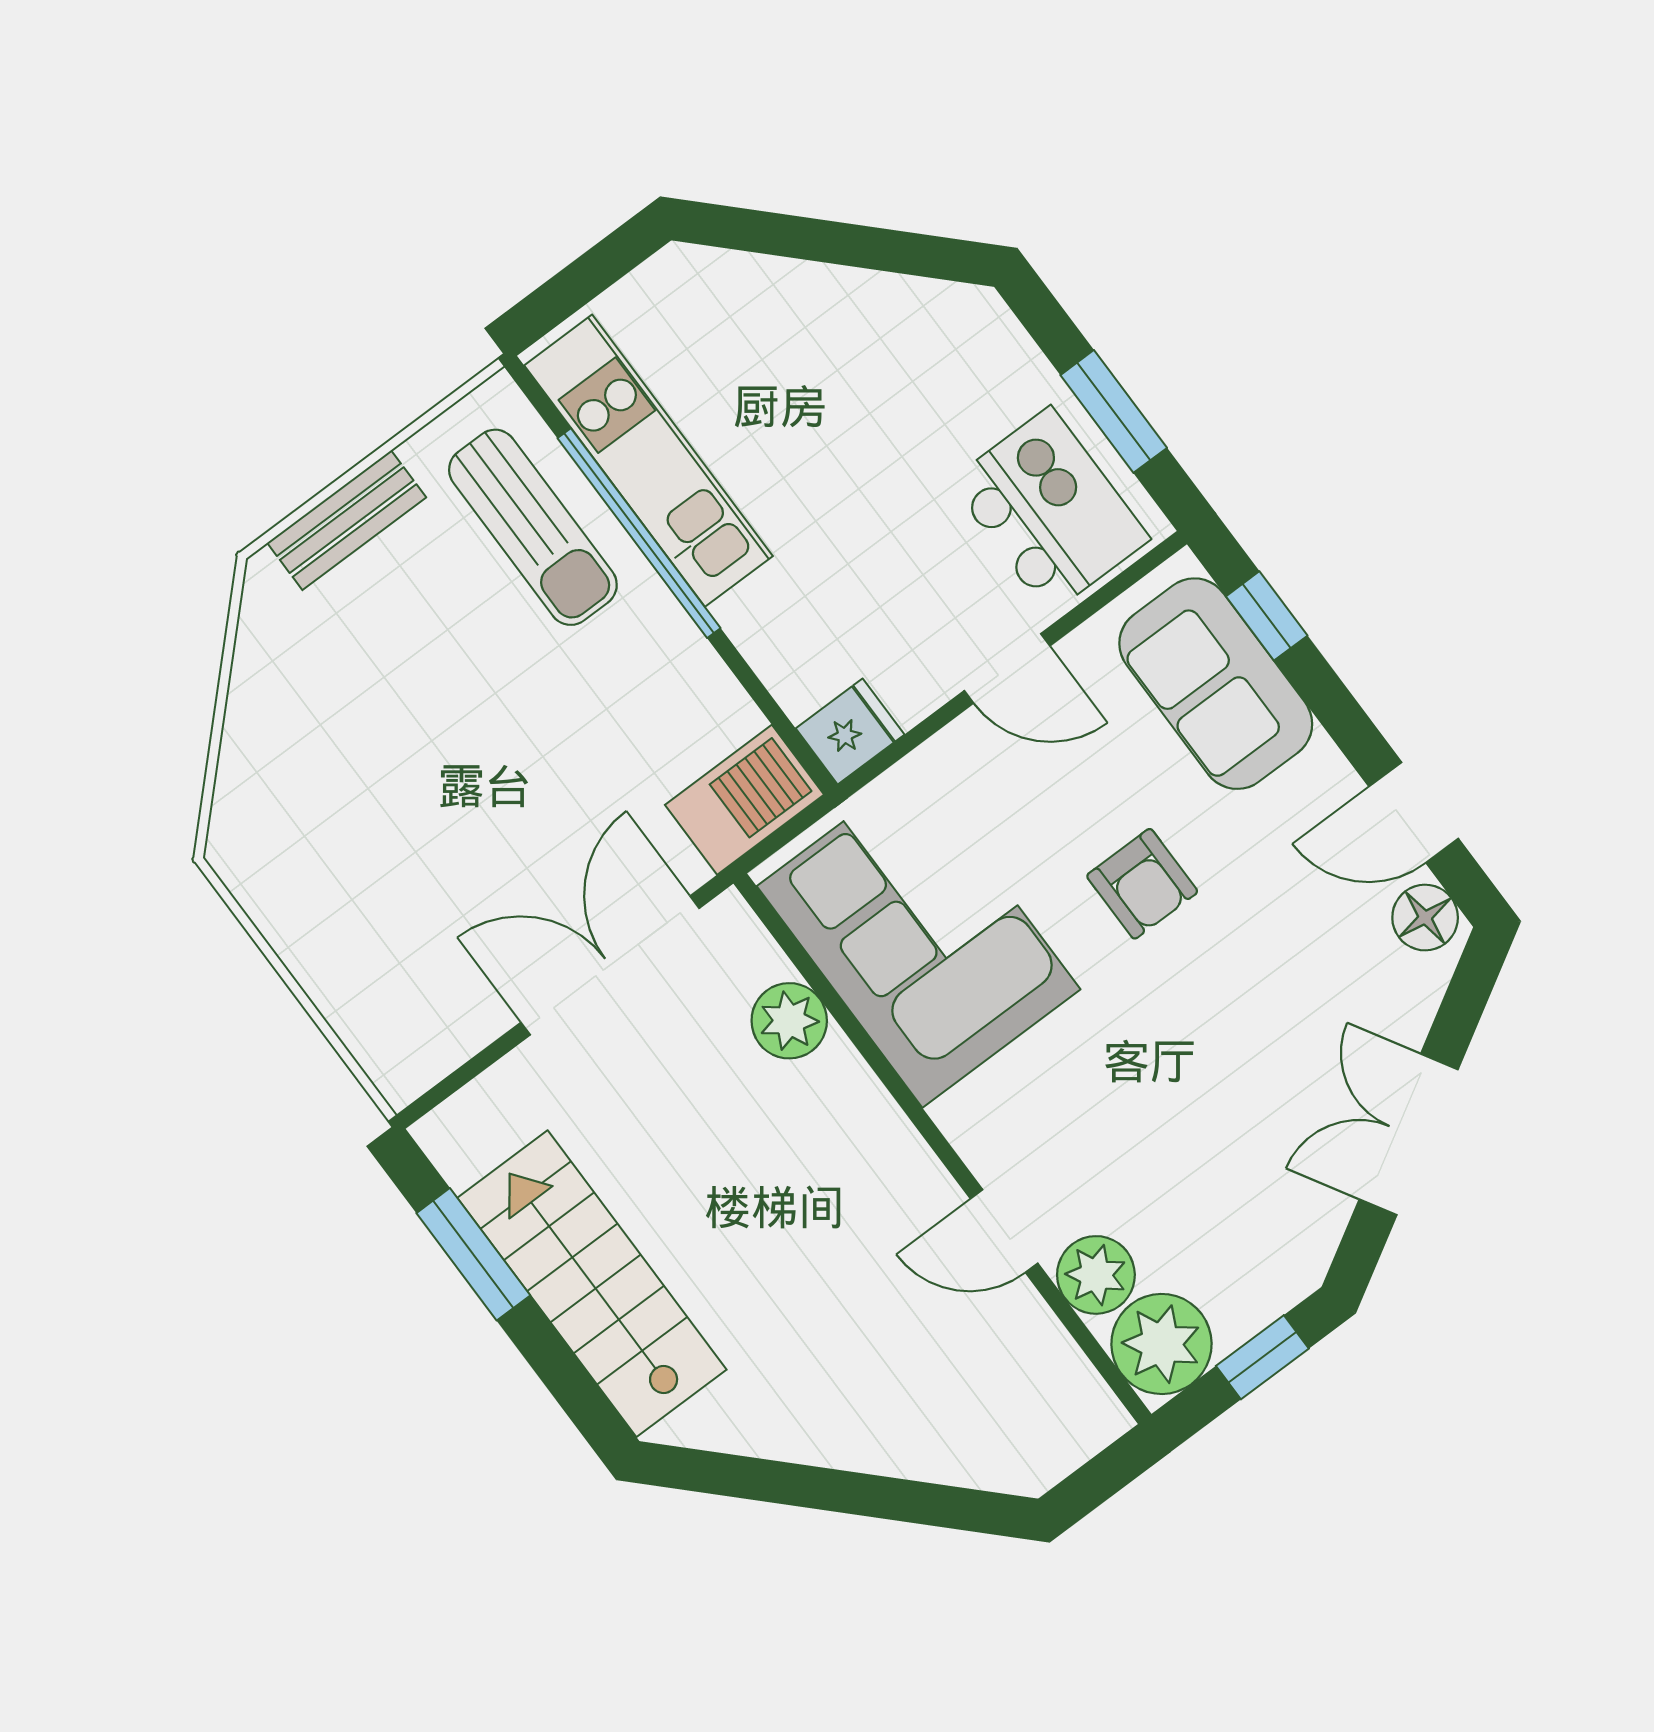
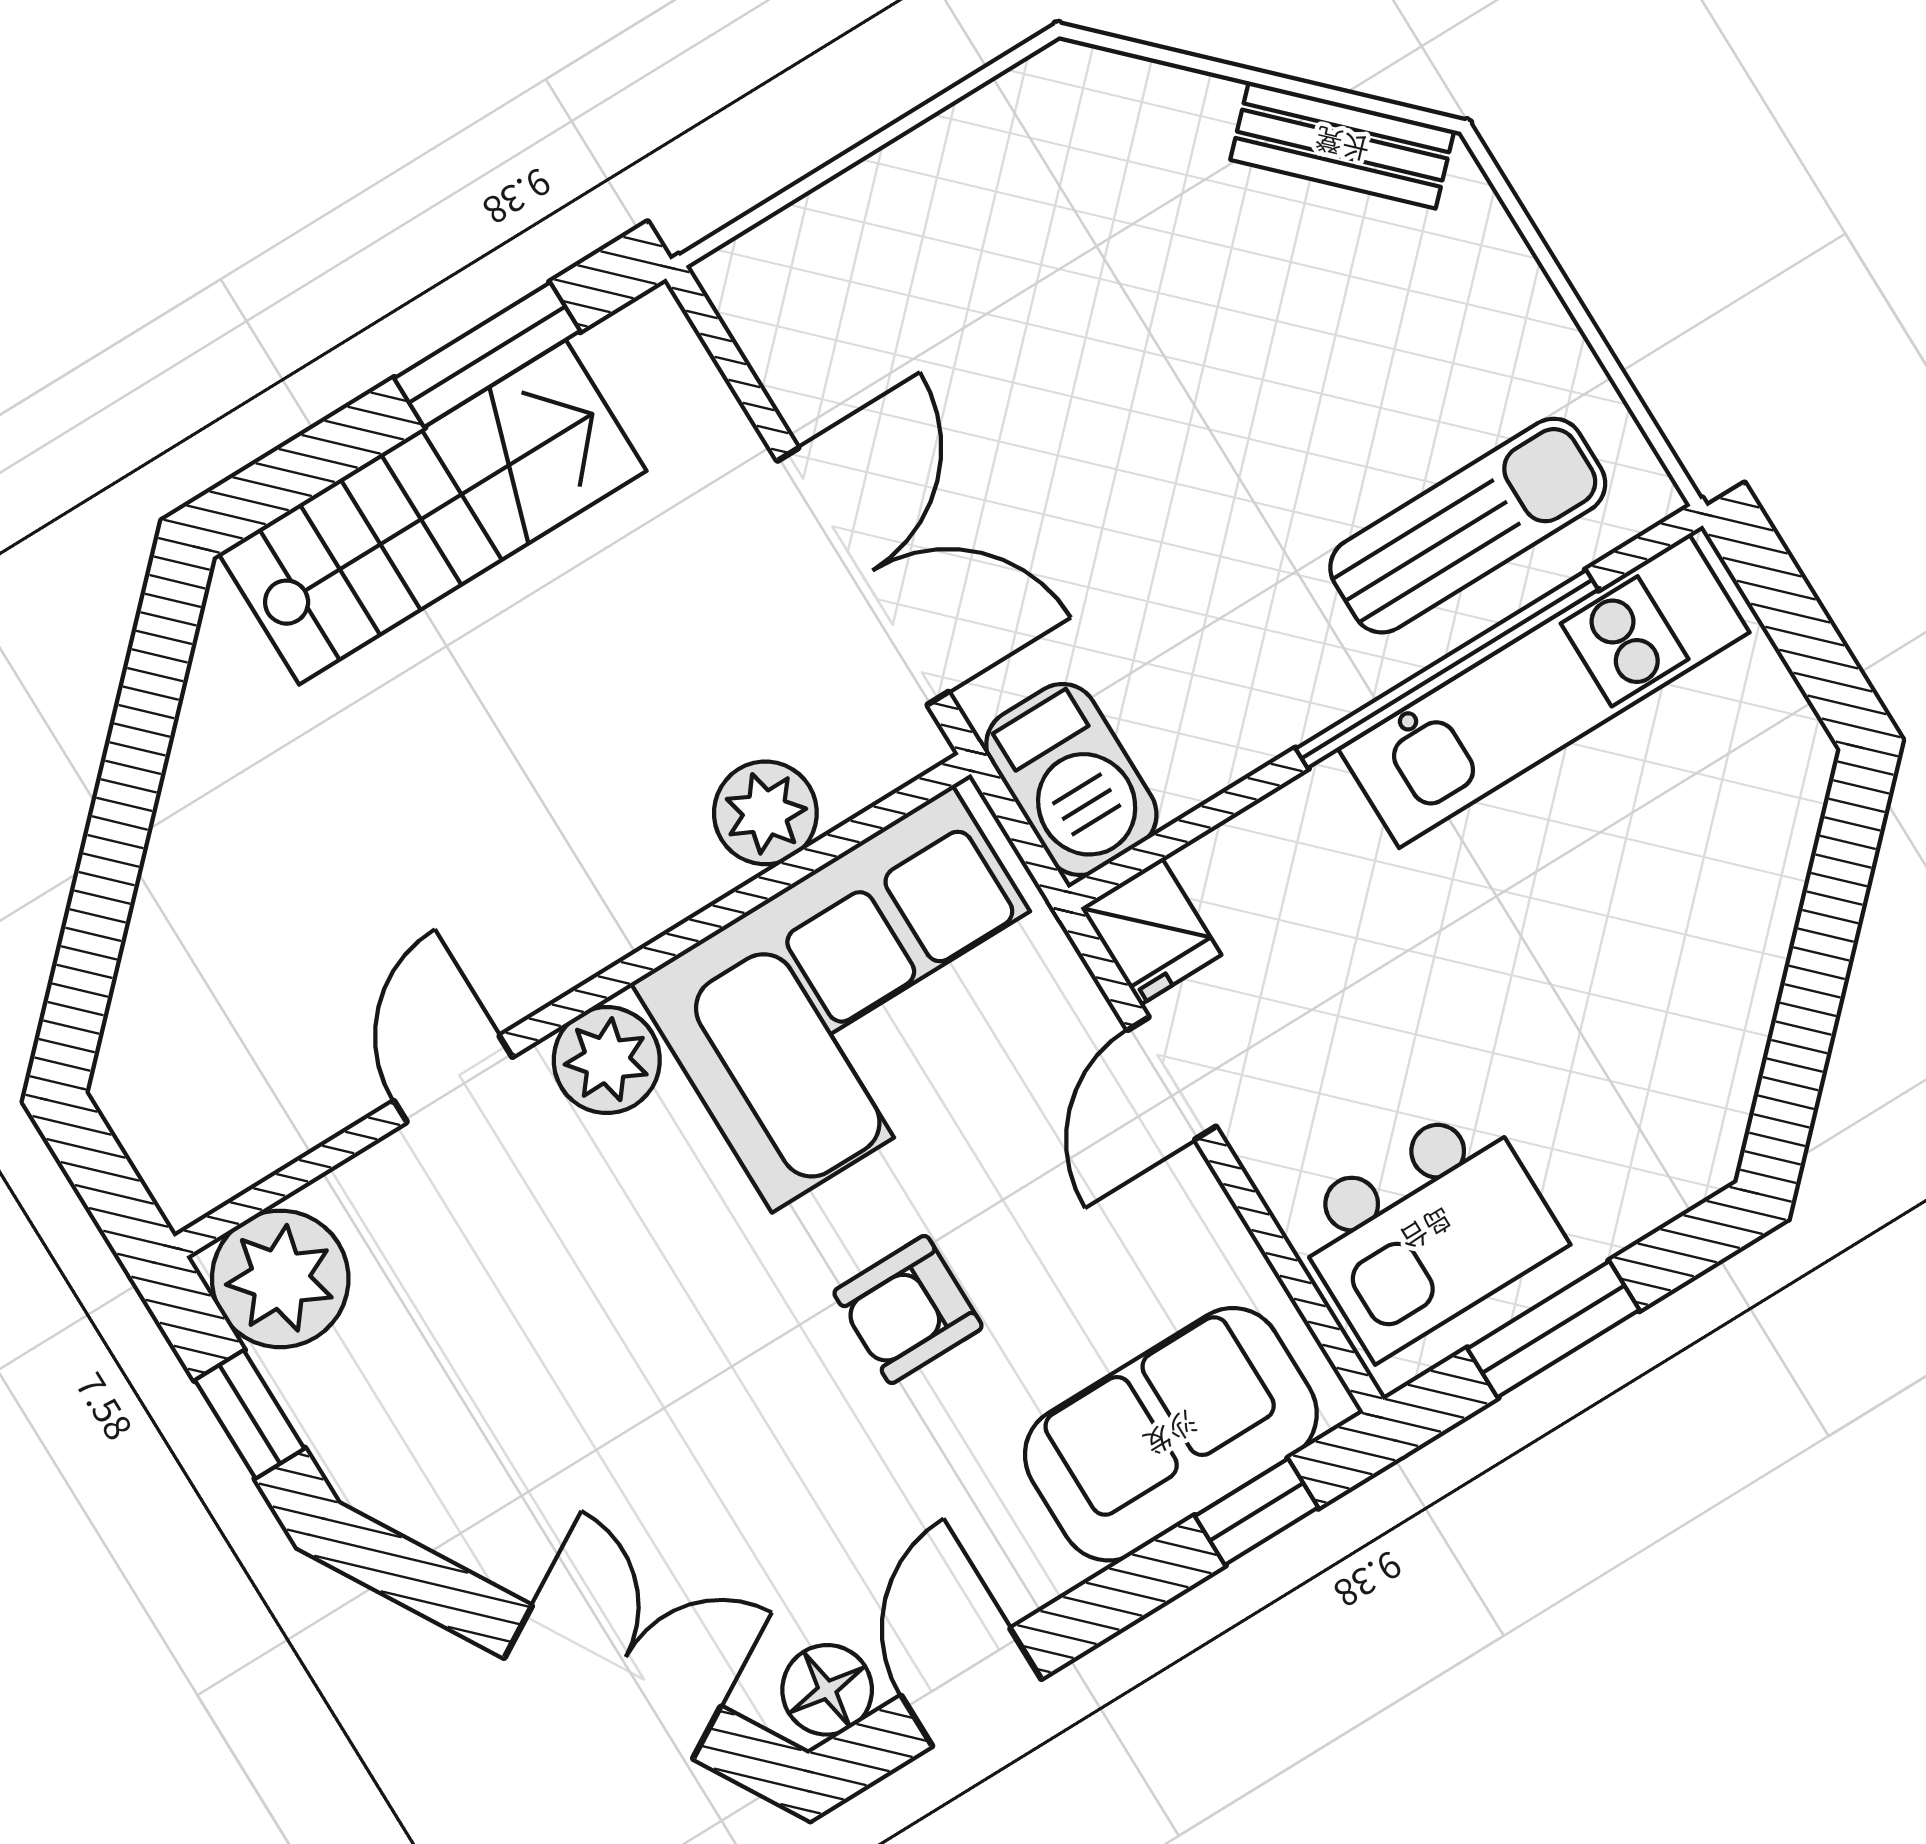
bench: (347, 520) -> (1342, 145), moved, turned -45
sun lounger: (533, 527) -> (1468, 526), turned 180
door: (1007, 668) -> (1172, 1078), moved
double door: (1409, 1134) -> (613, 1682), moved
plant: (1096, 1275) -> (607, 1060), moved

